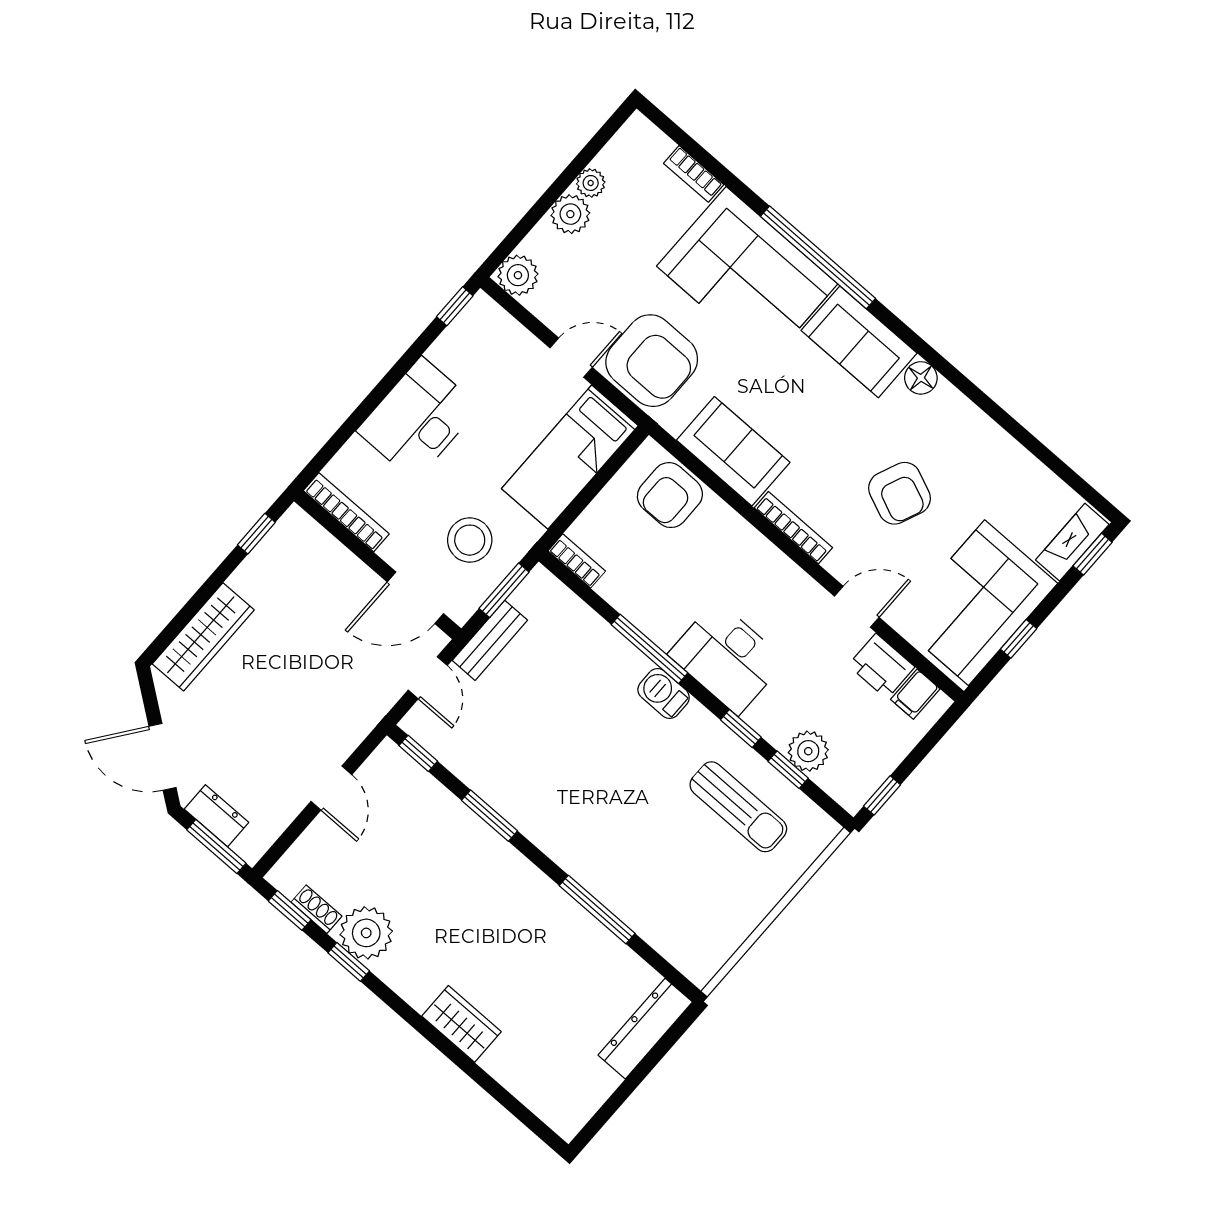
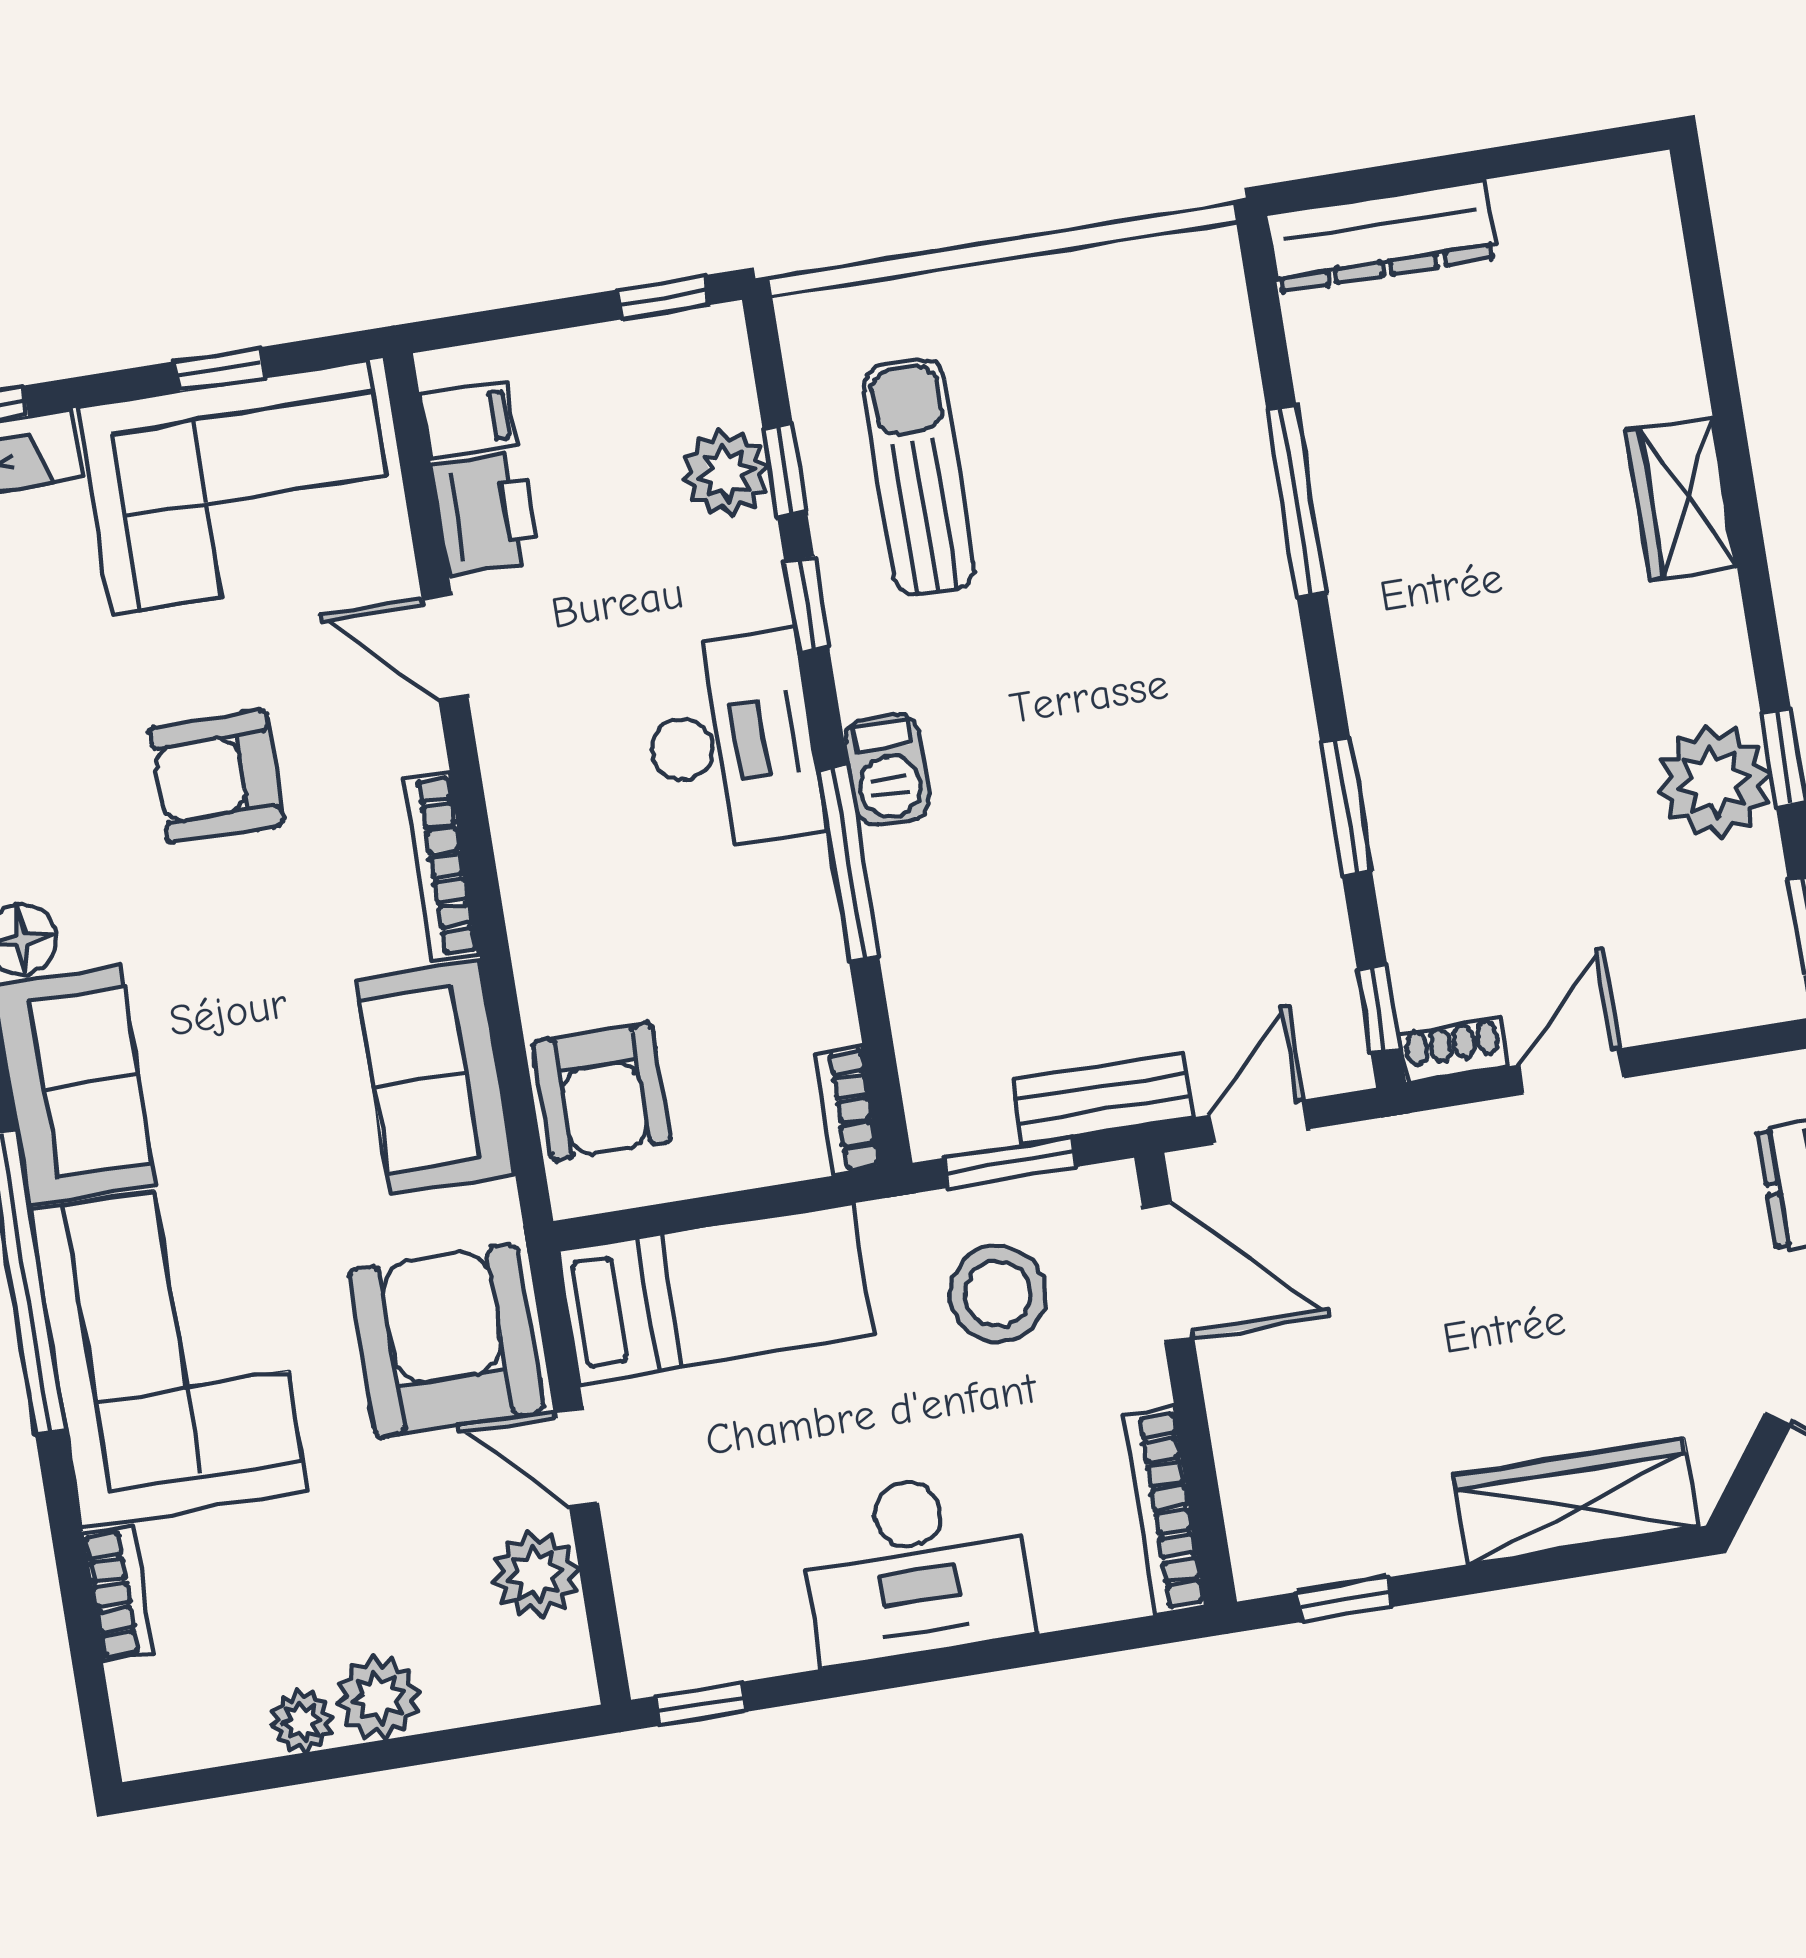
plant: (518, 275) -> (536, 1574), moved
armchair: (900, 493) -> (216, 777), turned -113
armchair: (670, 495) -> (602, 1092), turned 90
shoe rack: (316, 909) -> (1453, 1050), moved, turned 90

